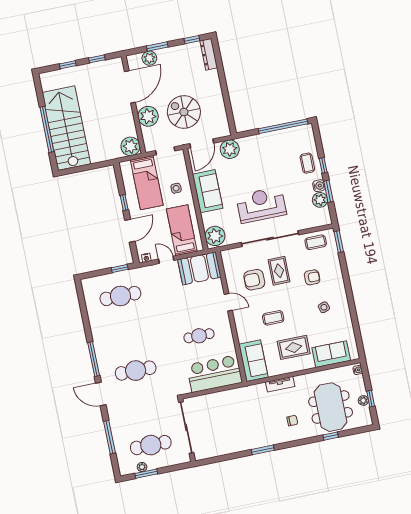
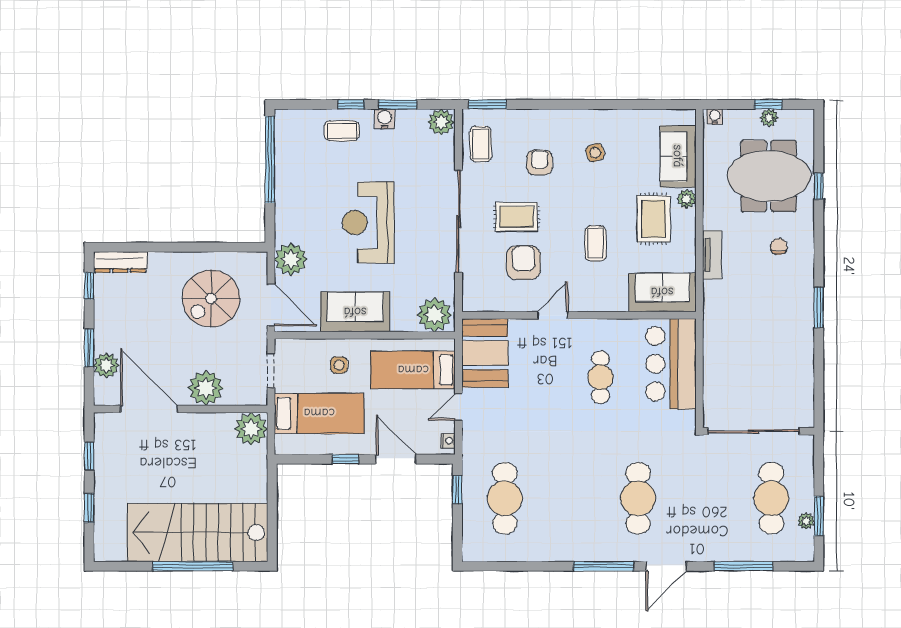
spiral stairs: (184, 112) -> (211, 298), moved
plant: (320, 200) -> (441, 122), moved
reception desk: (261, 205) -> (368, 223), moved
armchair: (254, 280) -> (523, 263), turned 180
plant: (309, 364) -> (687, 199), added

